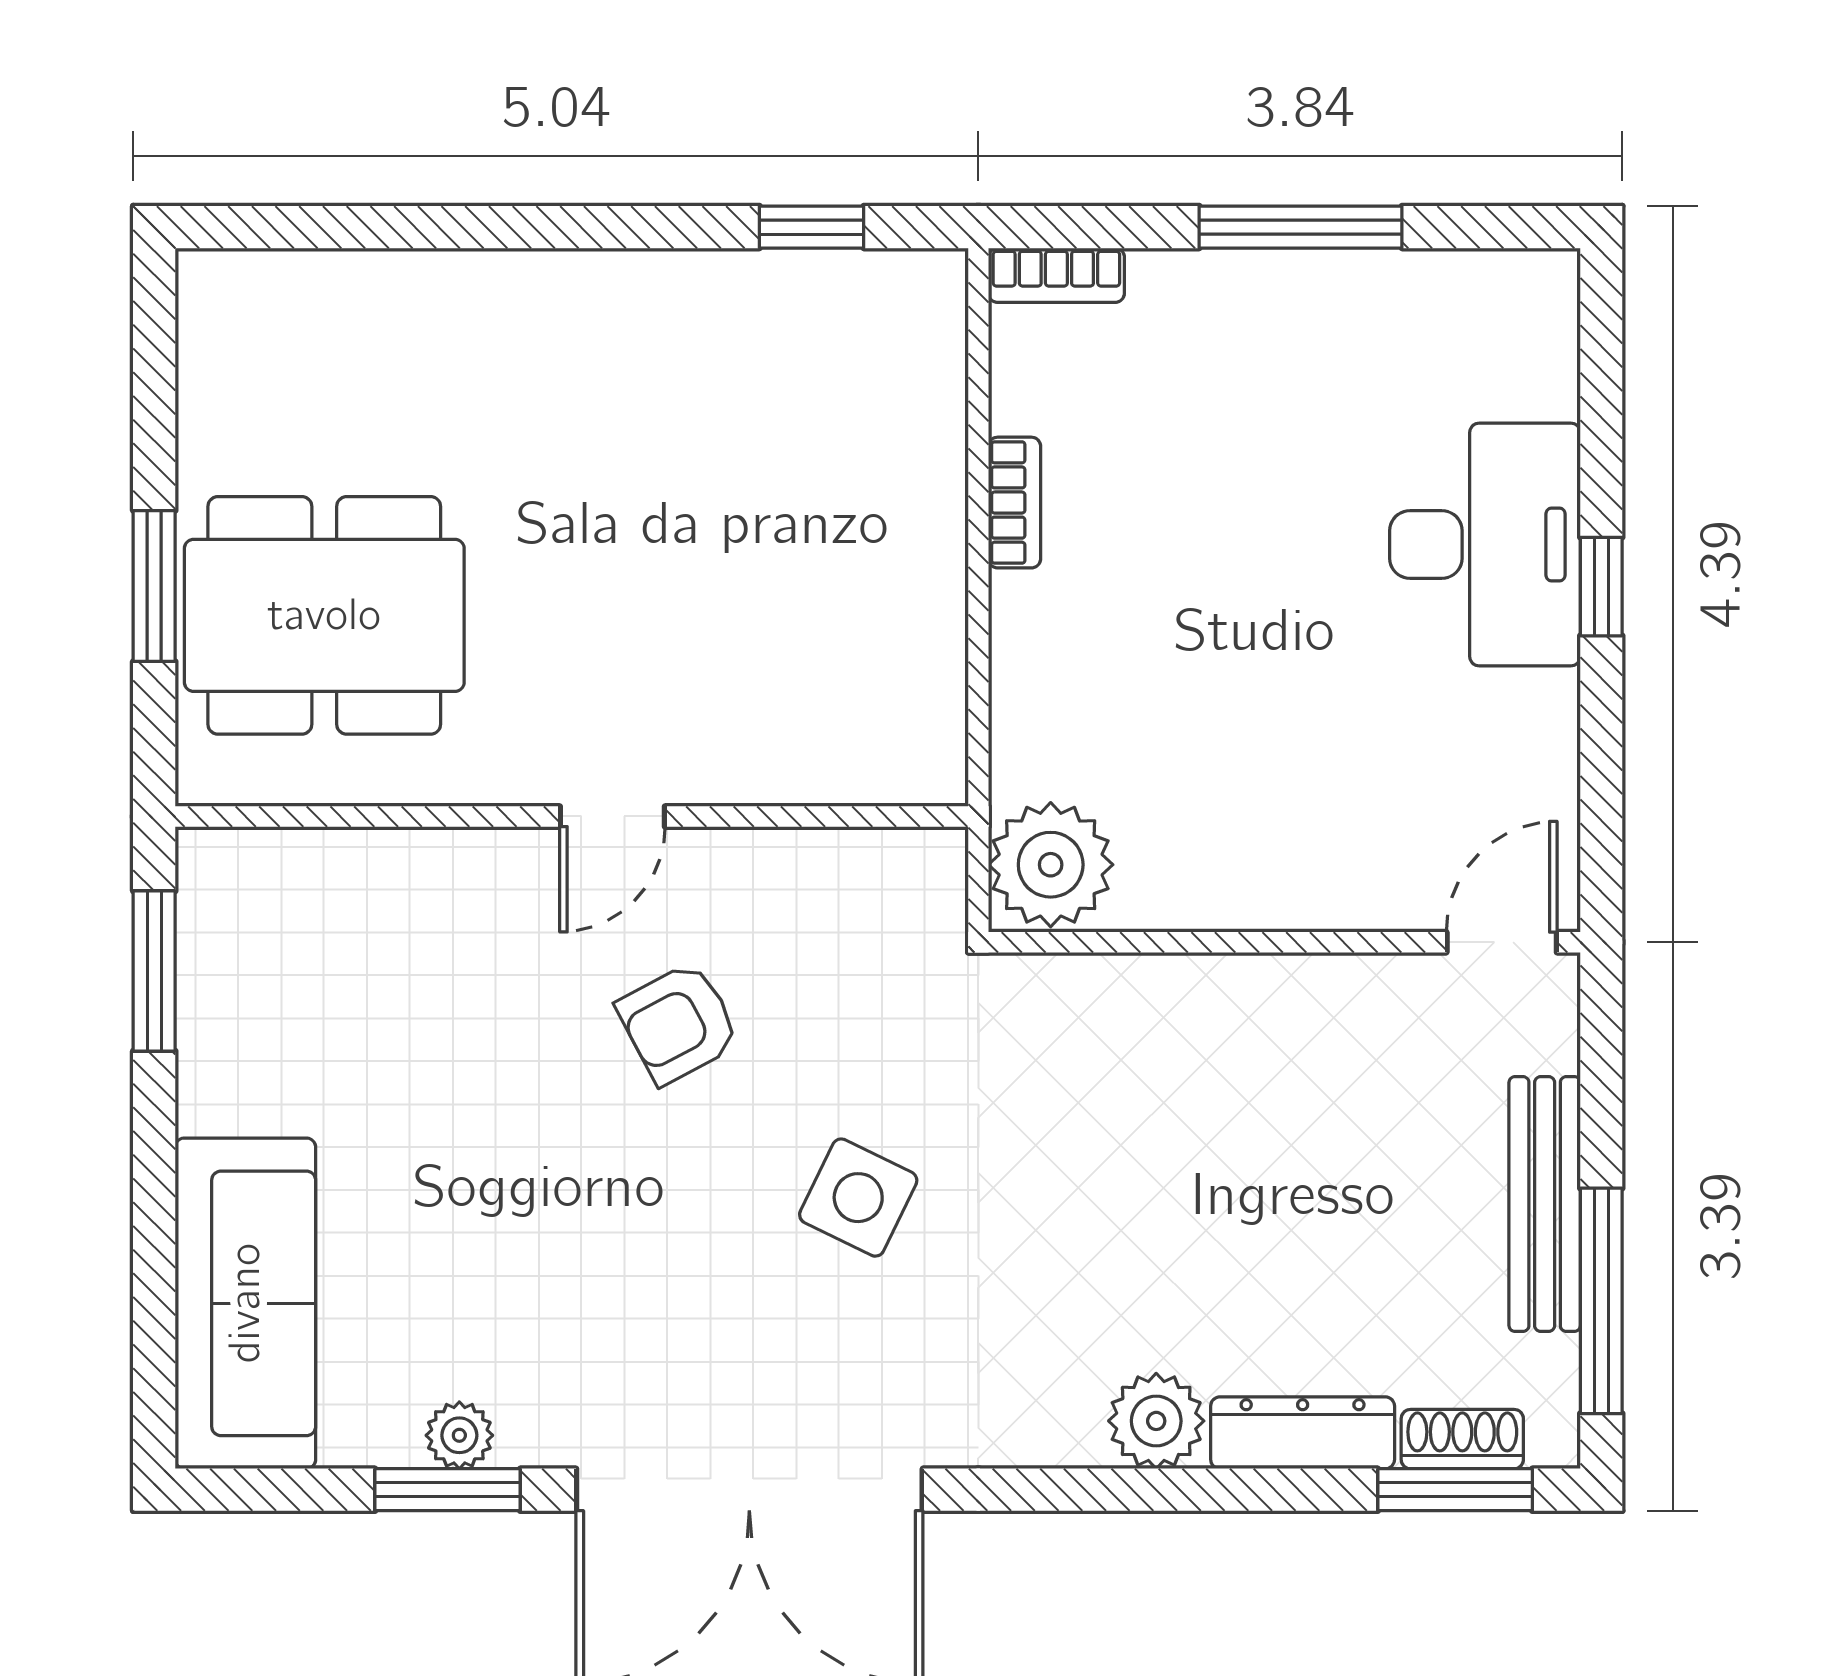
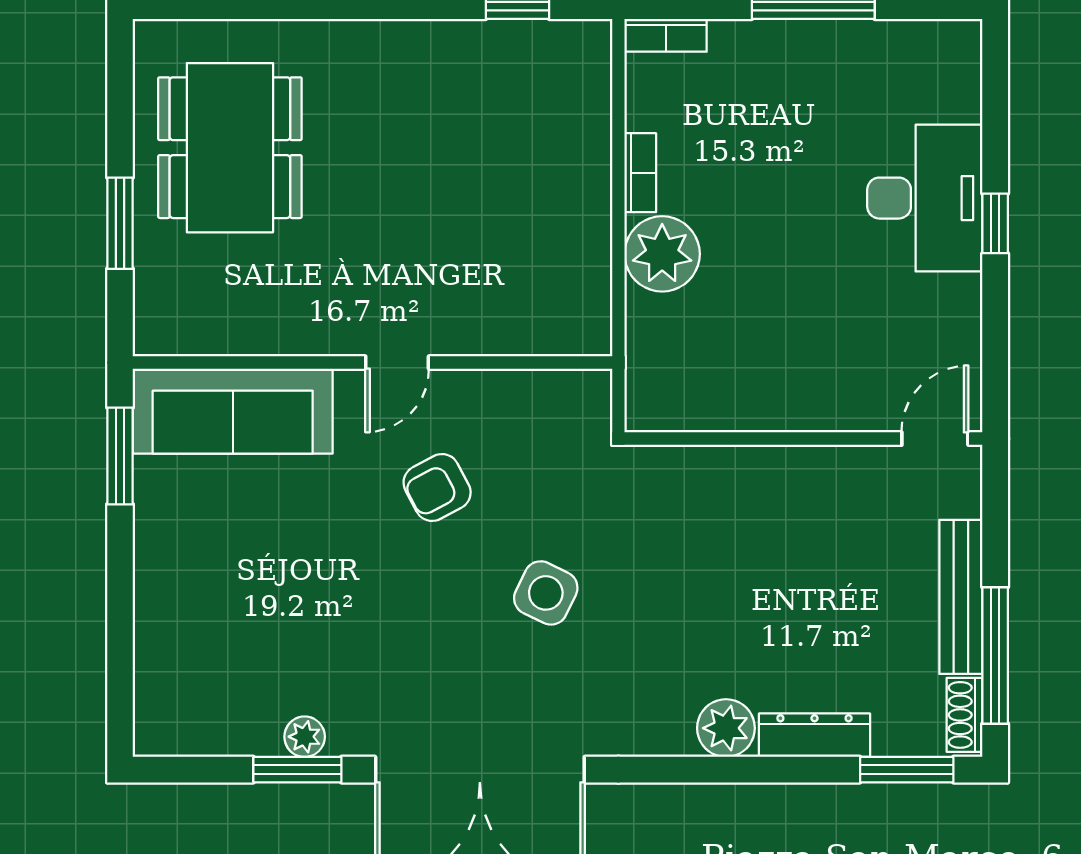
dining table: (324, 615) -> (230, 148), moved, turned 90
plant: (1051, 865) -> (662, 254), moved
sofa: (245, 1303) -> (233, 411), moved, turned 90
shoe rack: (1462, 1439) -> (964, 715), moved, turned -90

